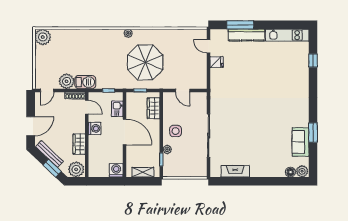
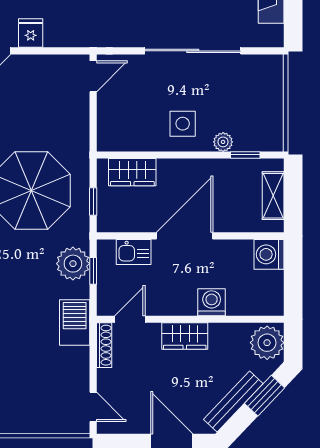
plant: (67, 81) -> (73, 264), moved
door: (183, 90) -> (93, 76), moved
washing machine: (95, 128) -> (212, 302), moved
wardrobe: (79, 144) -> (185, 336), moved

